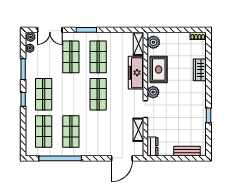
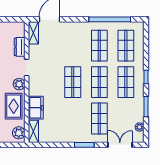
plant: (31, 37) -> (139, 138), removed
shop shelf: (98, 57) -> (99, 82), moved
freezer: (136, 73) -> (36, 108), width x0.71
shelving: (138, 130) -> (33, 33), moved
dresser: (153, 147) -> (20, 47), moved

